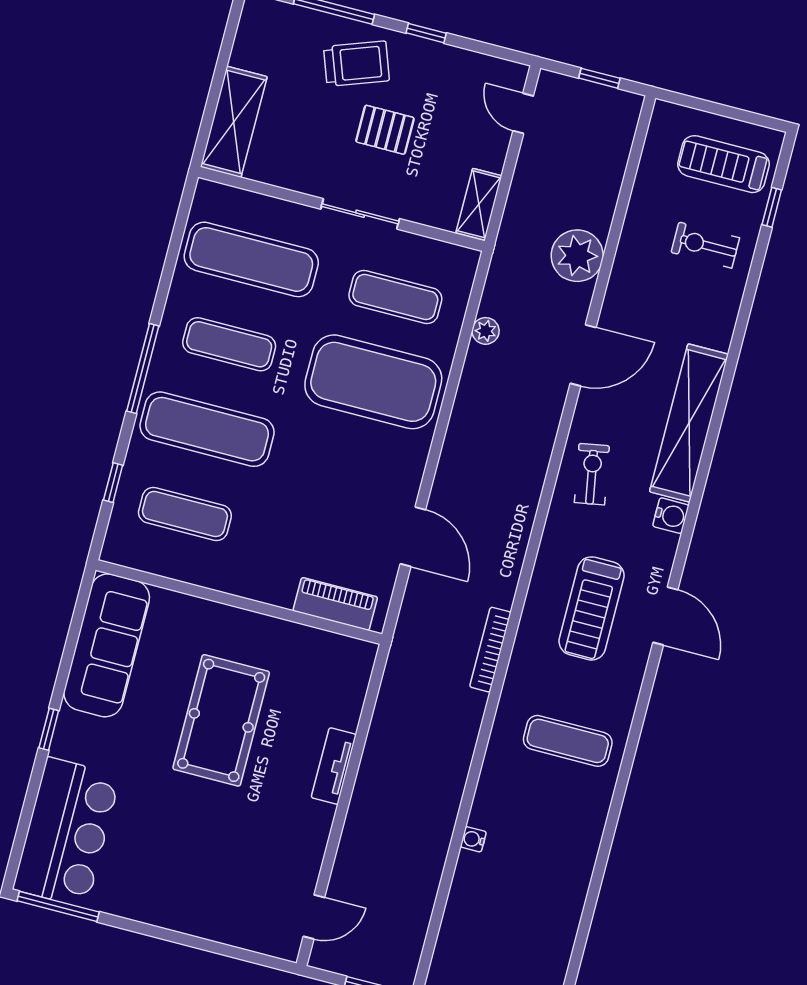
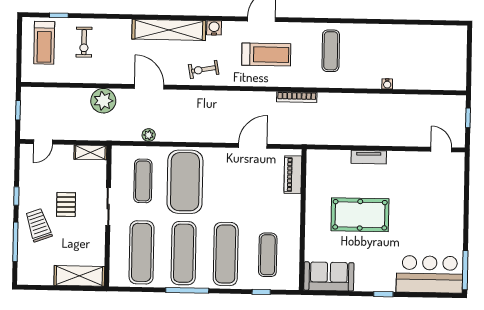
exercise mat: (229, 344) -> (184, 253), width x1.36, depth x1.45
window: (143, 368) -> (187, 290), moved
sofa: (107, 645) -> (329, 276), width x0.73

